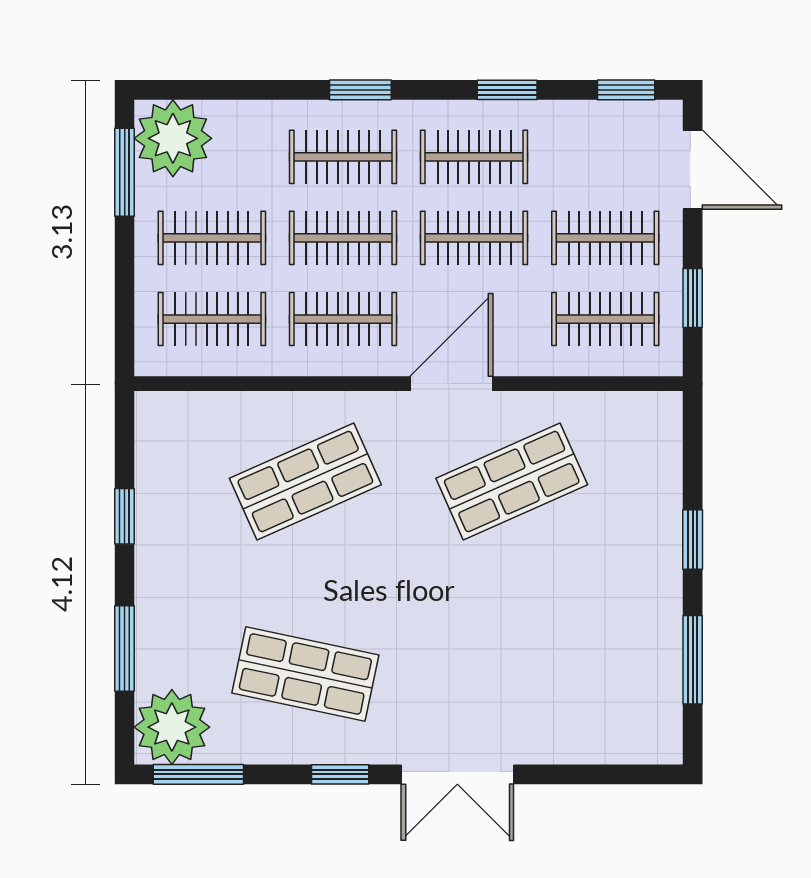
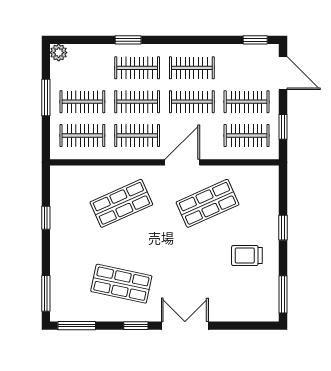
window: (360, 90) -> (128, 40), moved
window: (507, 90) -> (206, 40), removed
plant: (173, 138) -> (59, 53), width x0.53, depth x0.53
window: (125, 172) -> (46, 98), moved
trolley: (606, 607) -> (247, 256), added
window: (125, 648) -> (46, 293), moved
window: (693, 660) -> (283, 294), moved
plant: (172, 727) -> (66, 306), removed
double door: (457, 774) -> (185, 326), swing flipped

